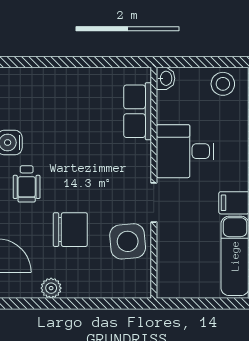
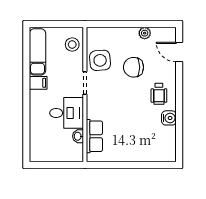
washbasin: (166, 78) -> (78, 136), moved
stool: (223, 84) -> (72, 45), moved
wheelchair: (27, 184) -> (159, 94), turned 180

